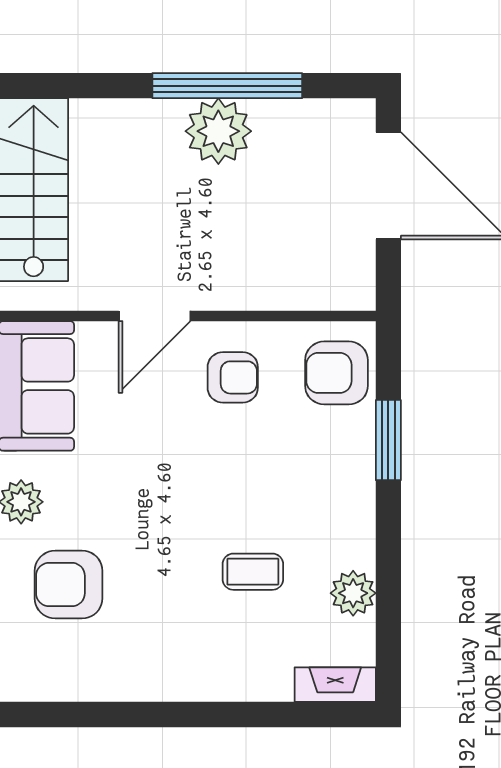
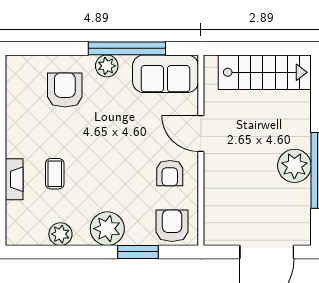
plant: (342, 501) -> (107, 229), added
coffee table: (253, 572) -> (55, 174), moved
fireplace: (335, 685) -> (14, 179), moved

